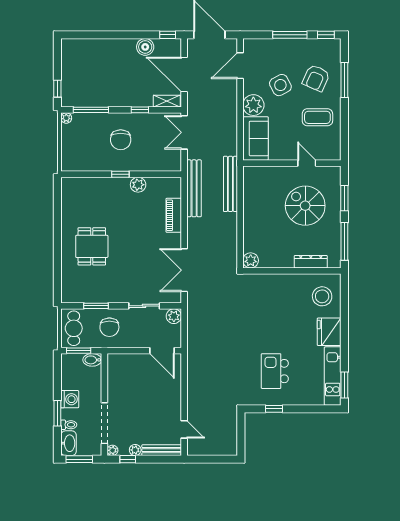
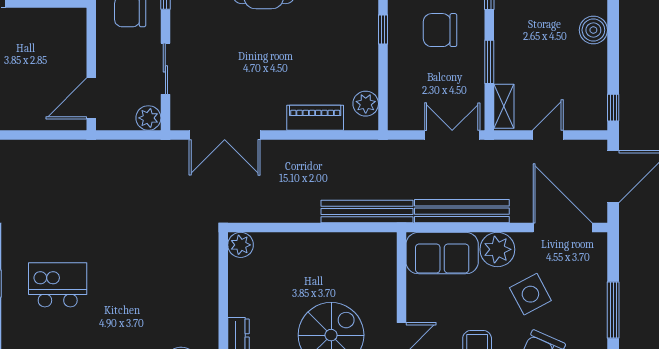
boiler: (145, 47) -> (593, 30), moved
door: (240, 66) -> (563, 228), width x1.36
door: (184, 75) -> (548, 135), width x0.53
window: (140, 110) -> (489, 62), width x1.50
plant: (138, 185) -> (366, 104), moved
bench: (194, 188) -> (462, 211), moved
double door: (184, 270) -> (225, 135), swing flipped

